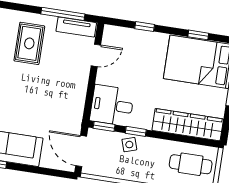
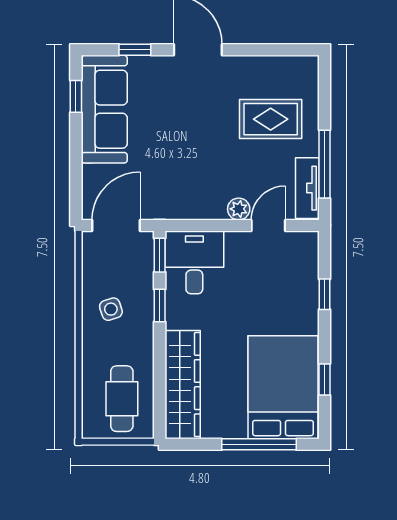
door: (96, 55) -> (268, 225), swing flipped
plant: (83, 72) -> (239, 209), added
side table: (129, 145) -> (111, 309), moved

